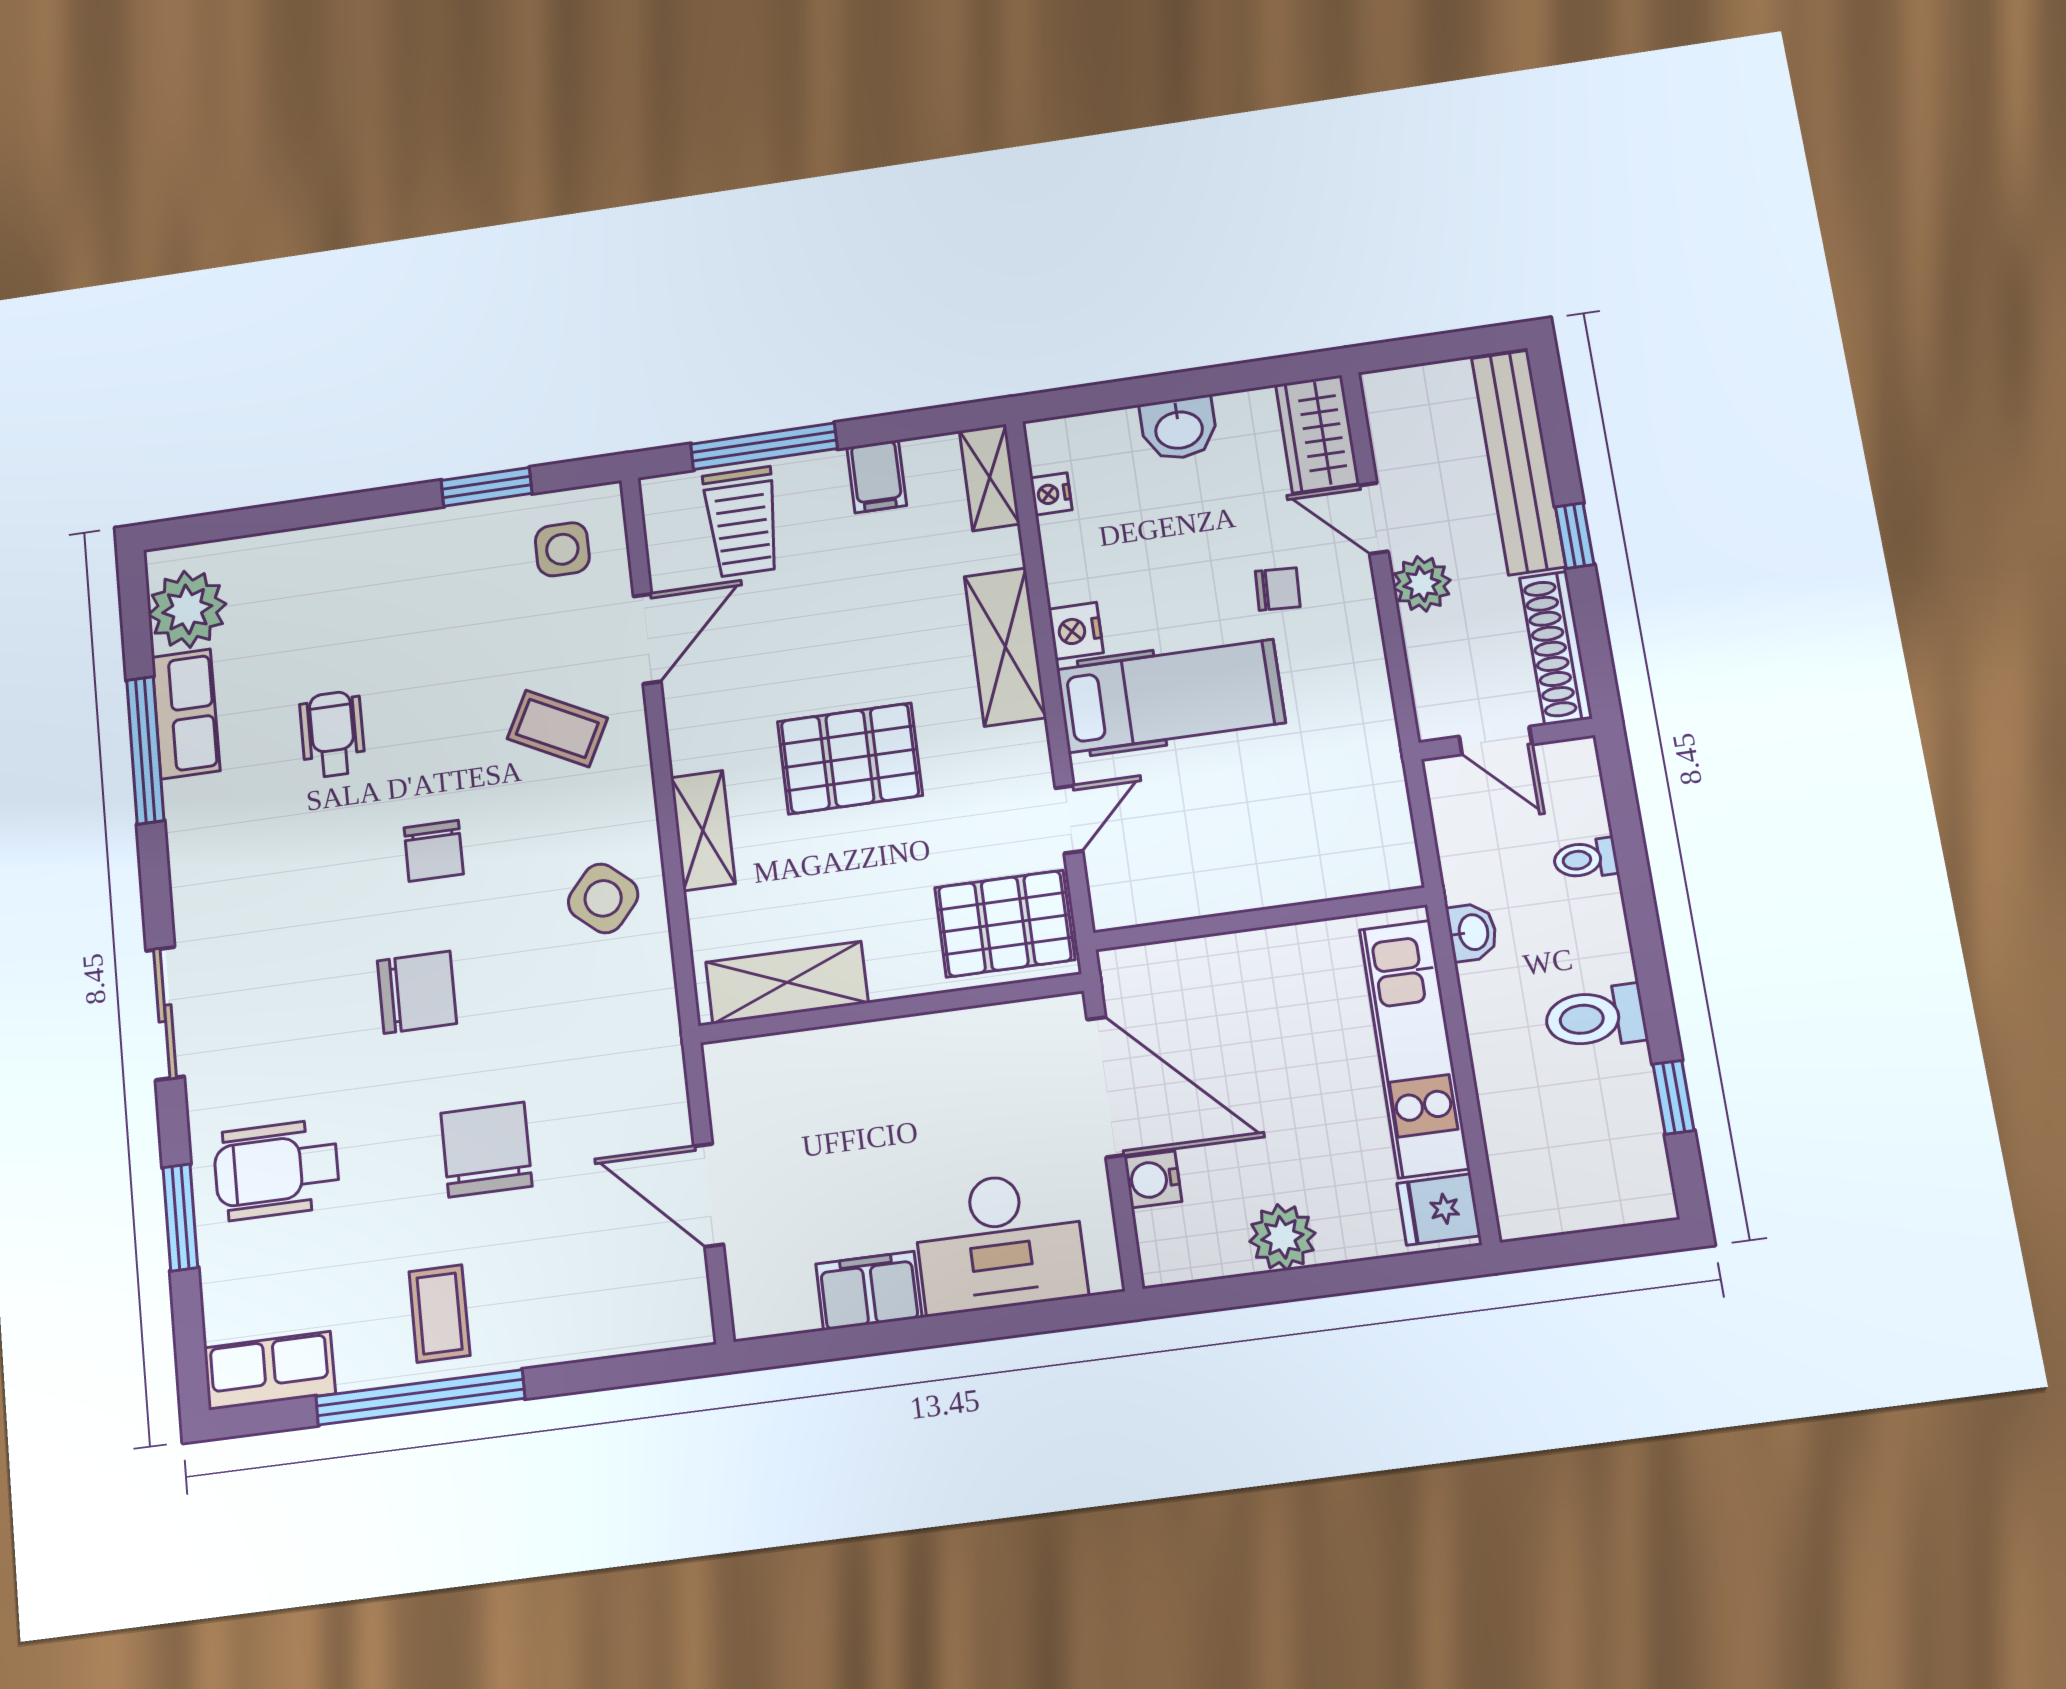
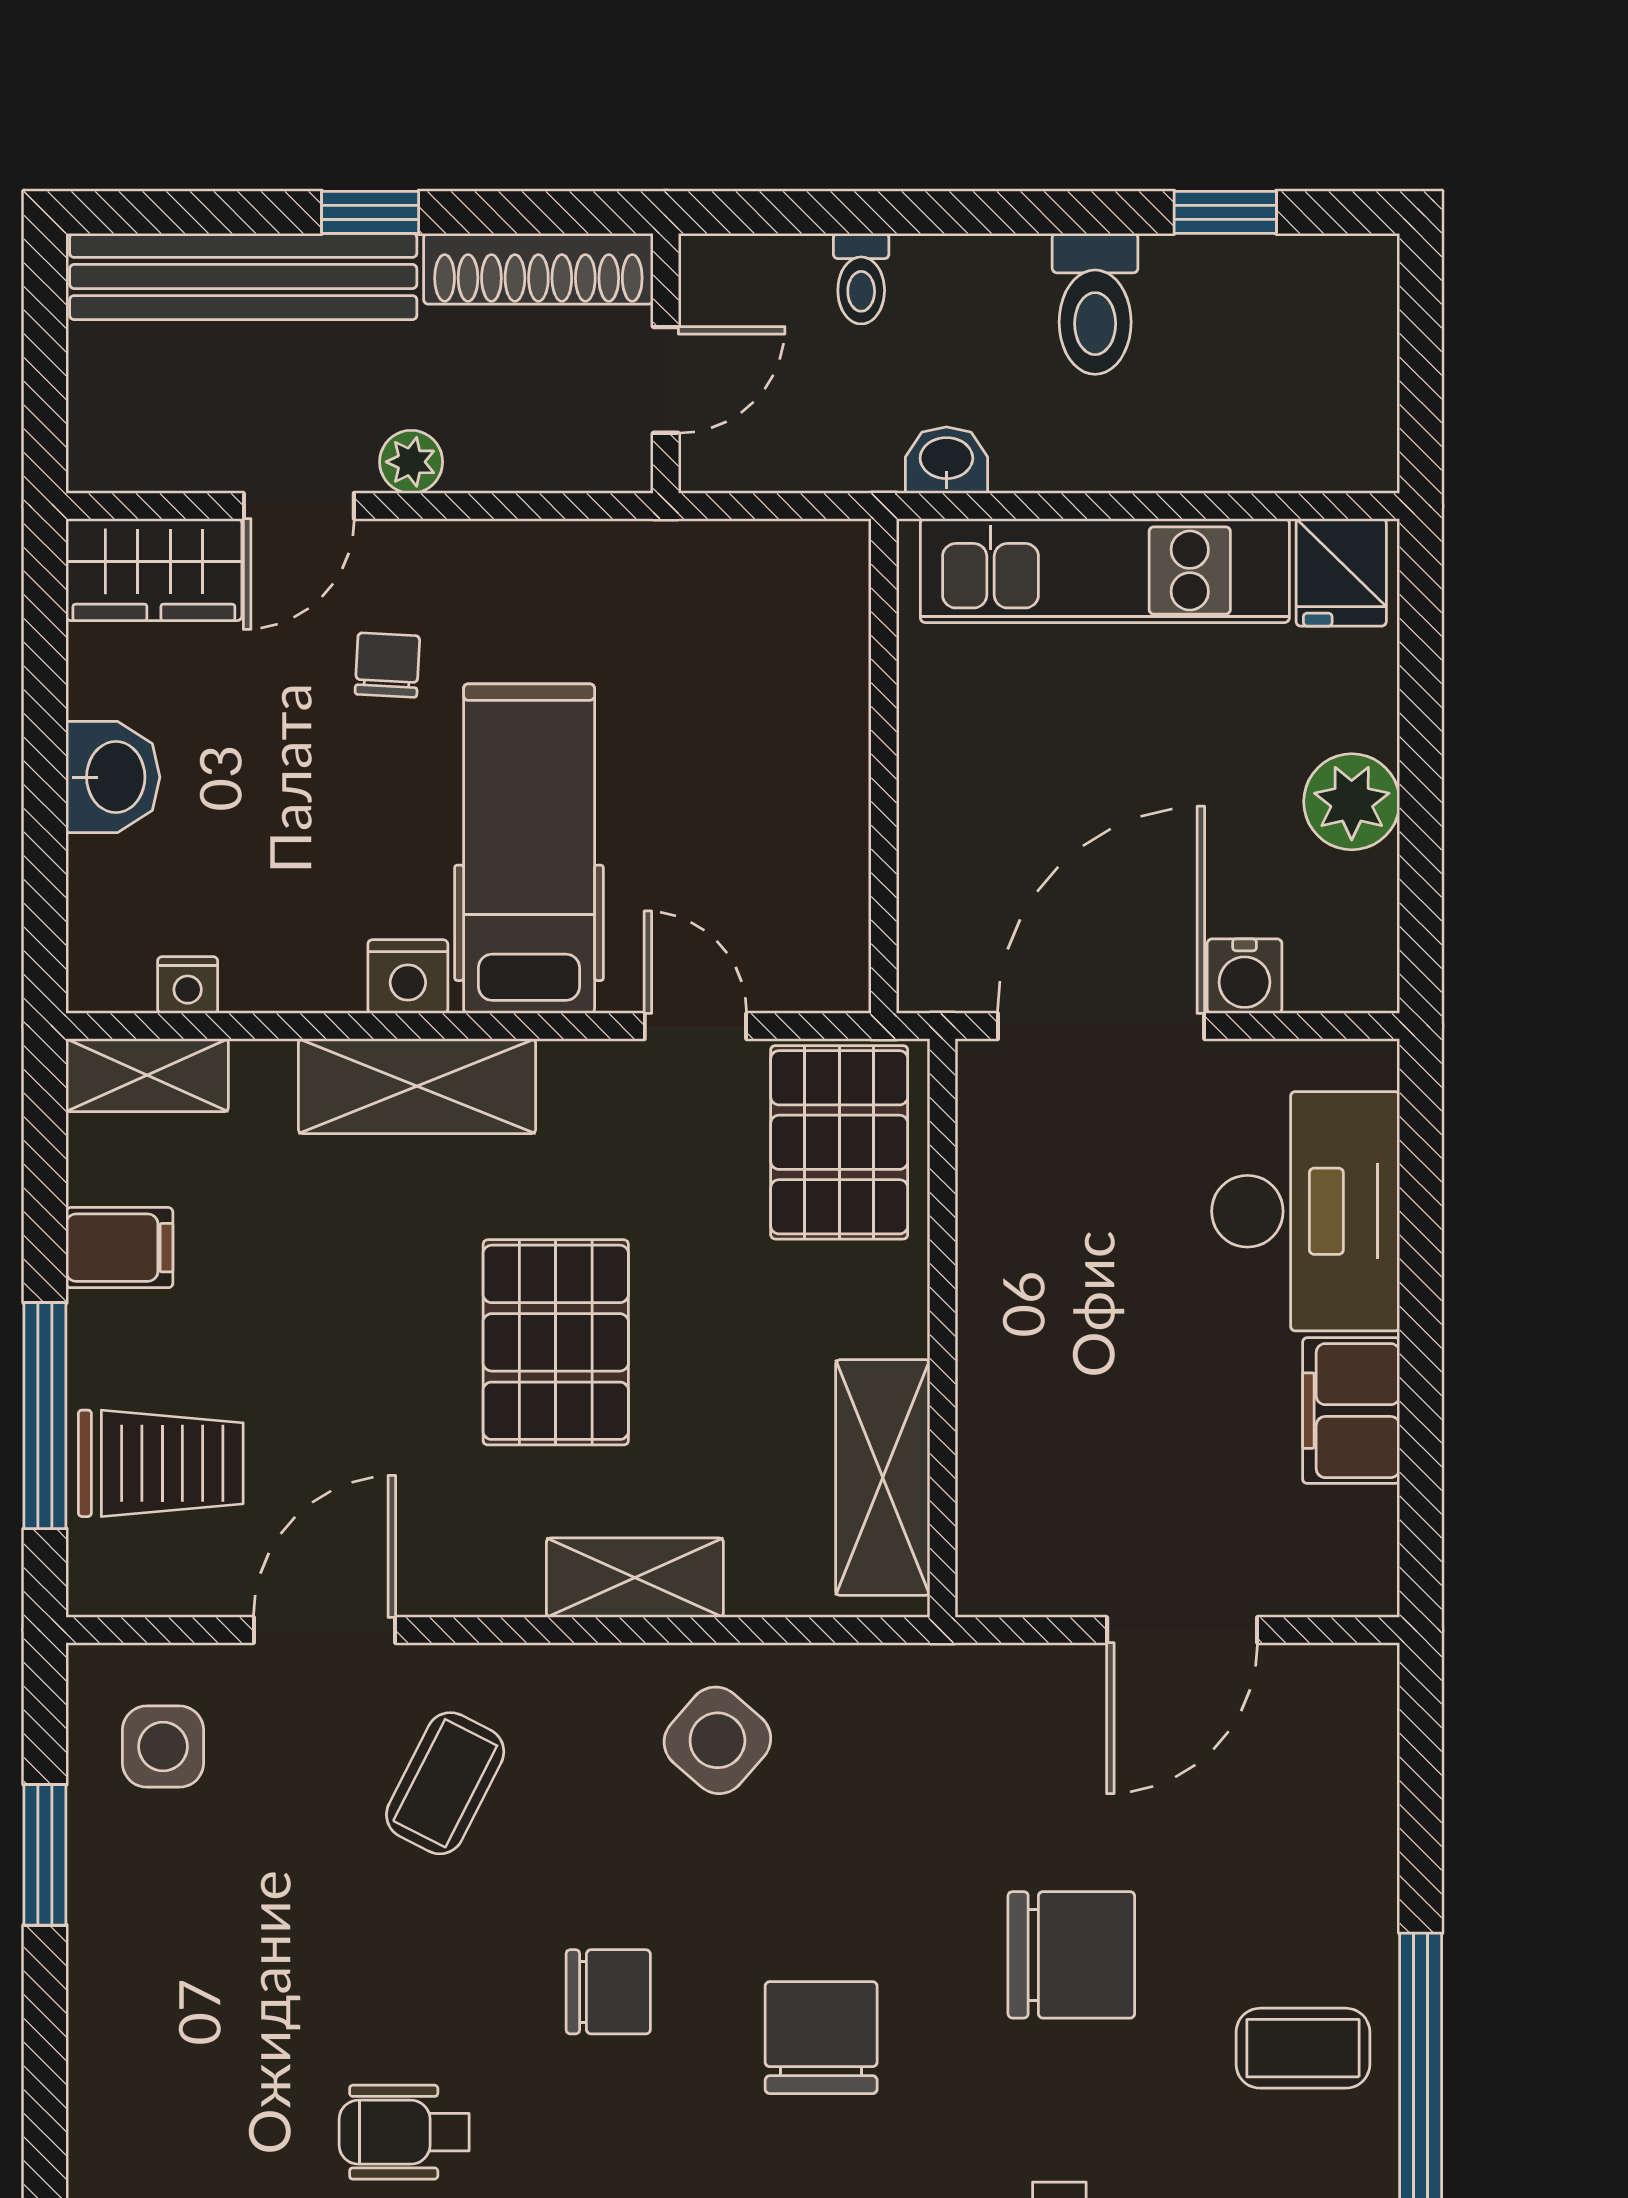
plant: (1422, 584) -> (411, 462), width x0.73, depth x0.73
door: (647, 639) -> (325, 1630), hinge flipped
chair: (486, 1150) -> (1071, 1955), turned 180

